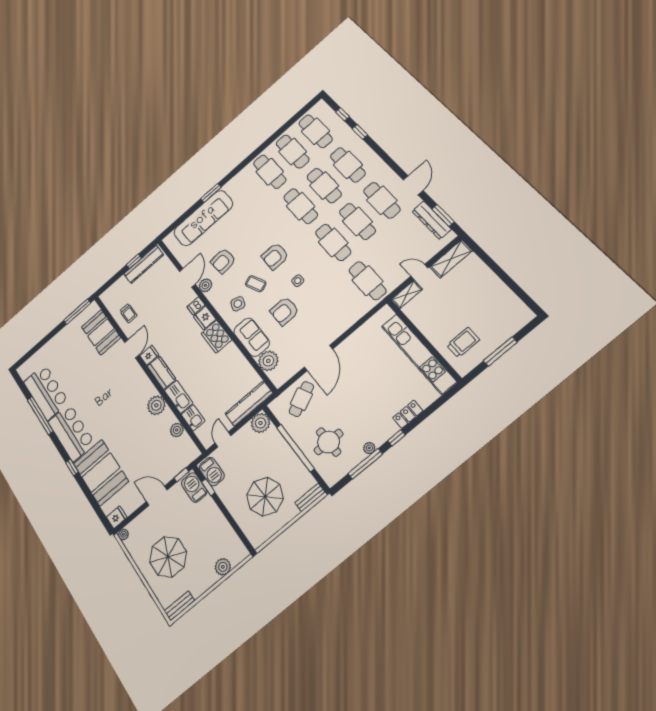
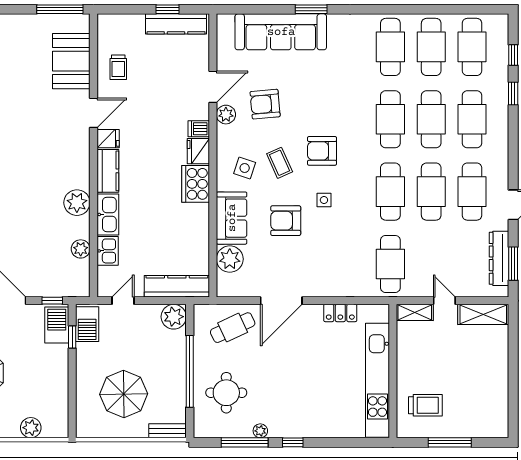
locker: (408, 414) -> (340, 313), moved, turned 180

